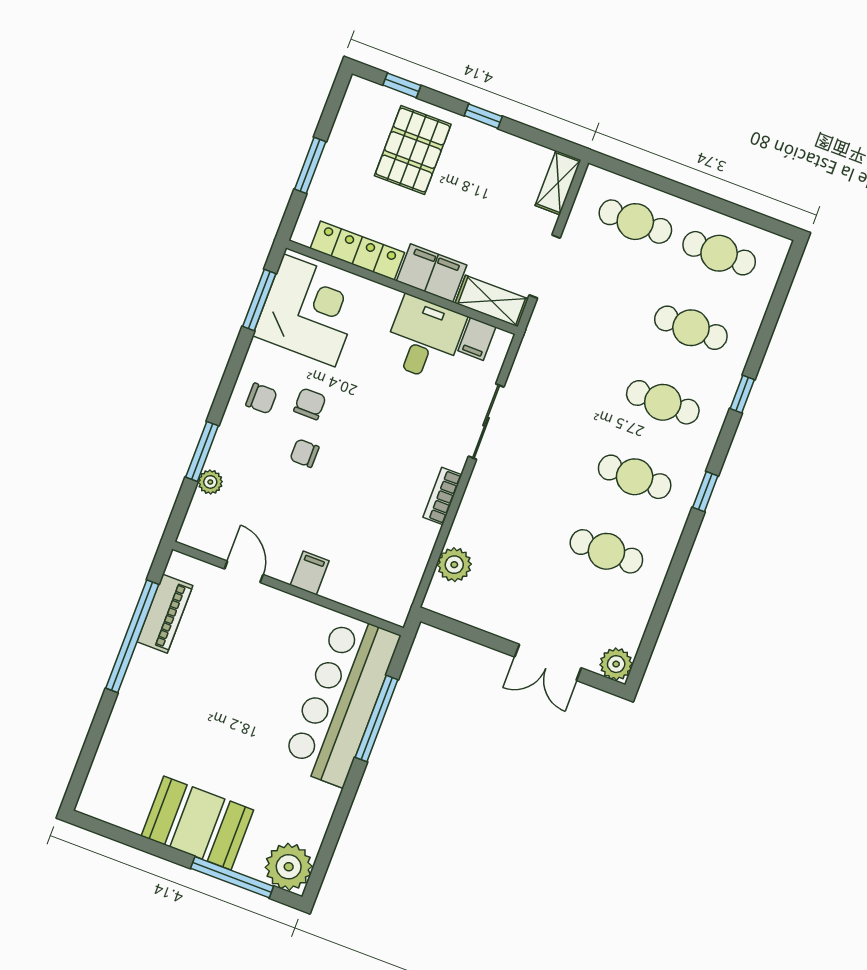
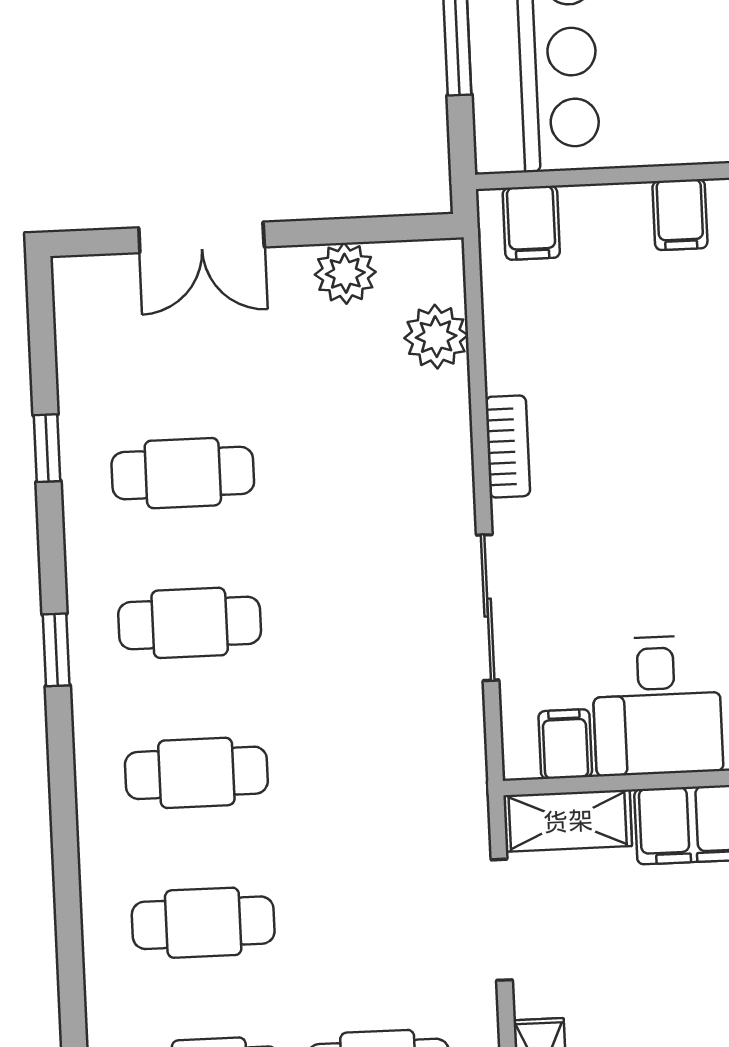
window: (742, 394) -> (47, 448), moved
filing cabinet: (384, 600) -> (531, 223), added
double door: (548, 662) -> (201, 237), swing flipped
plant: (616, 664) -> (345, 273), moved

